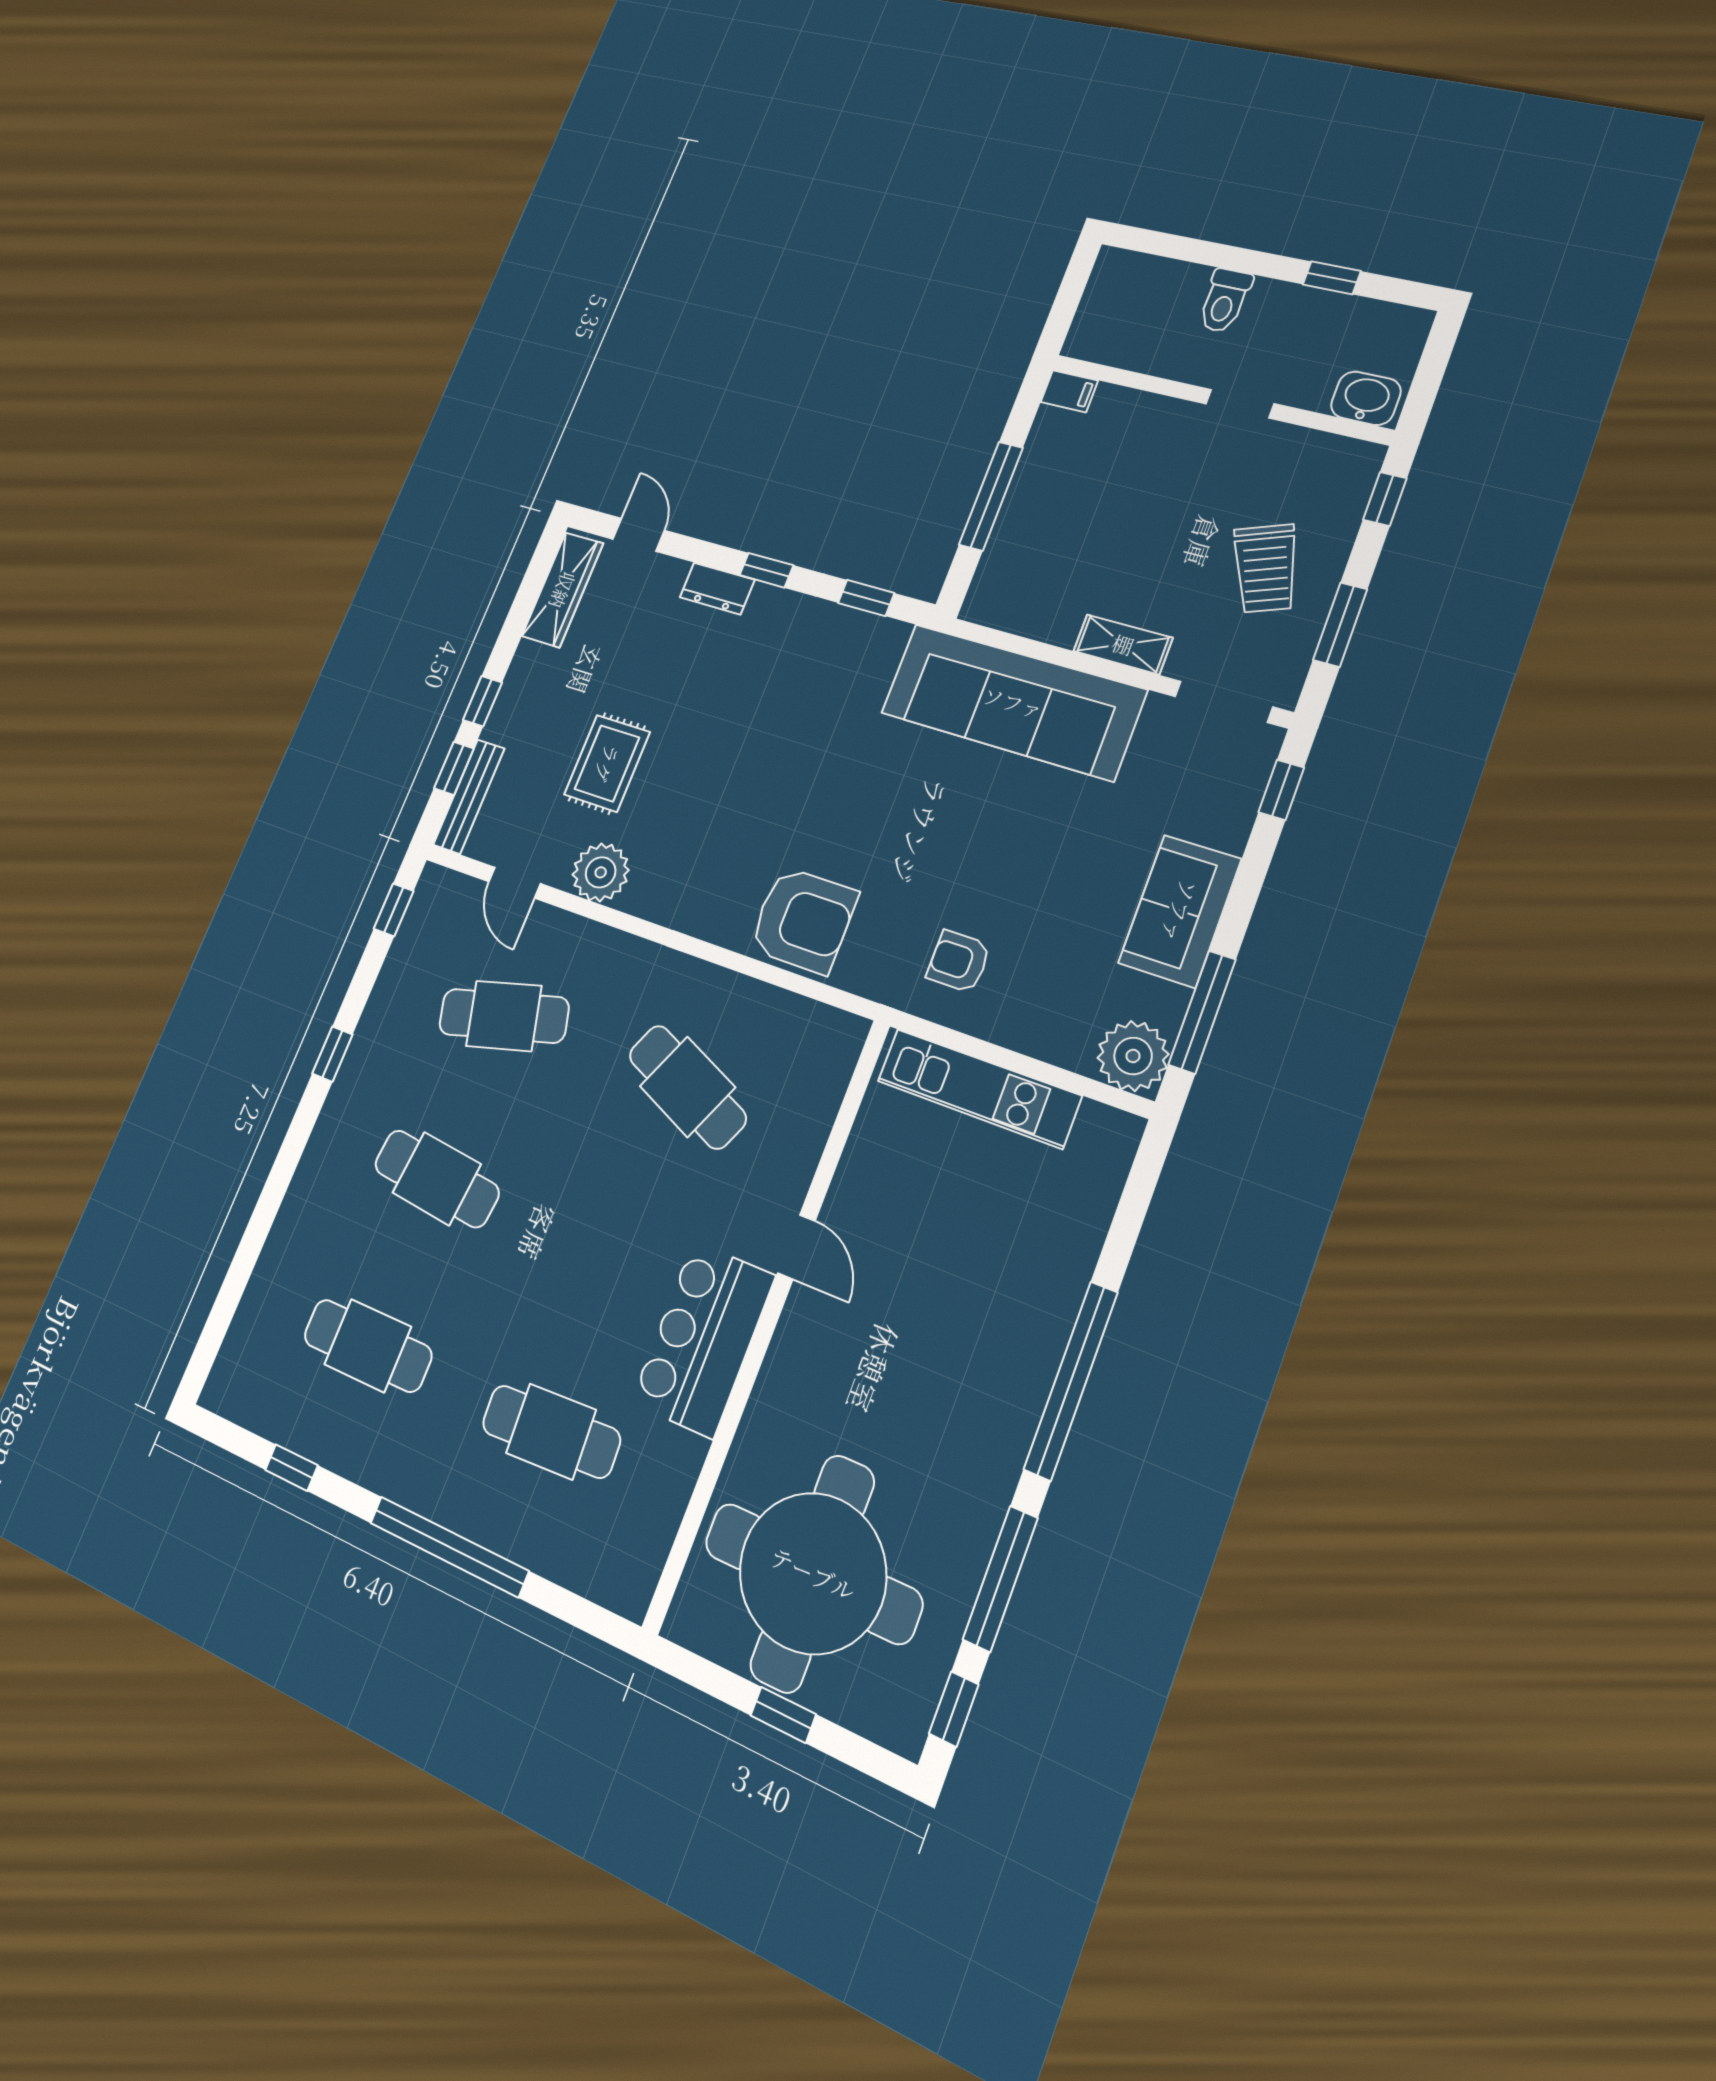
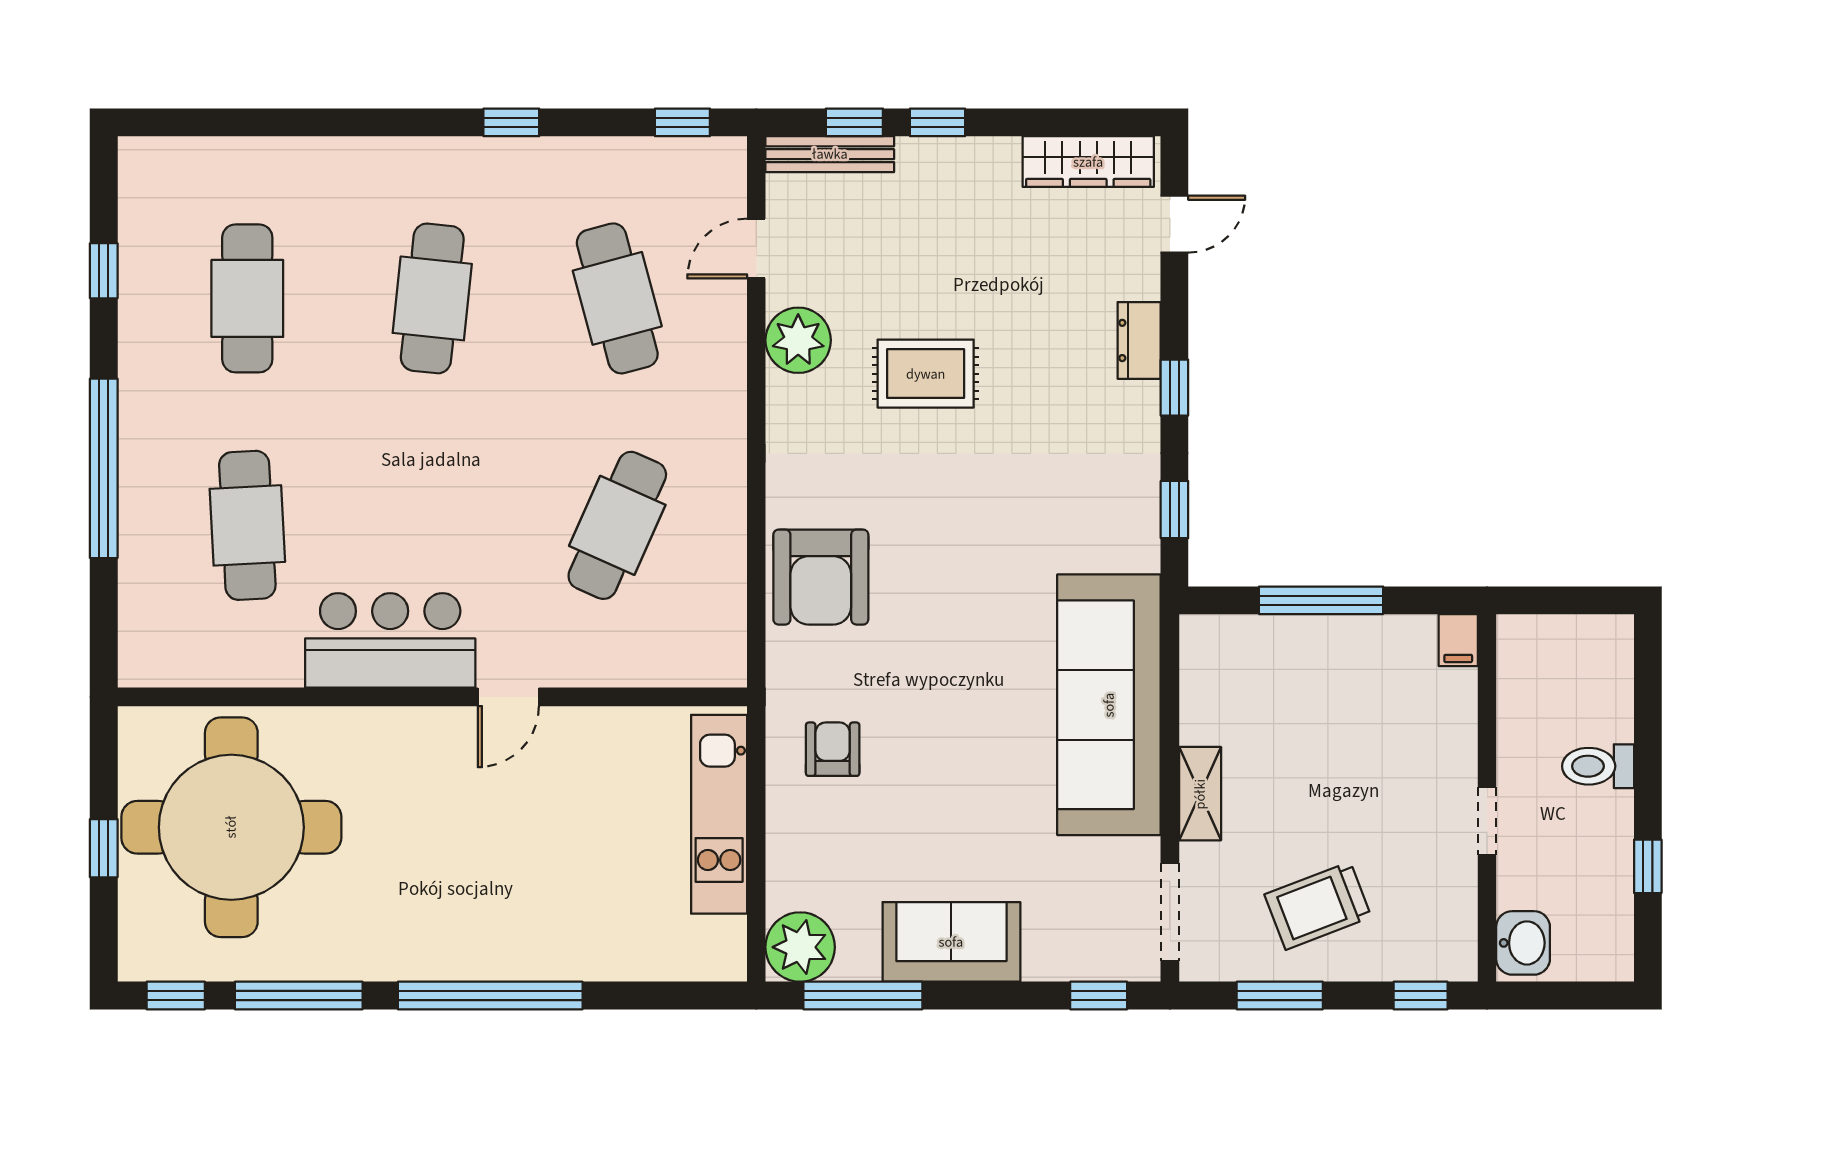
rug: (607, 763) -> (926, 374), moved

